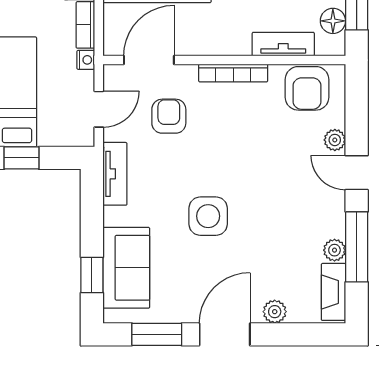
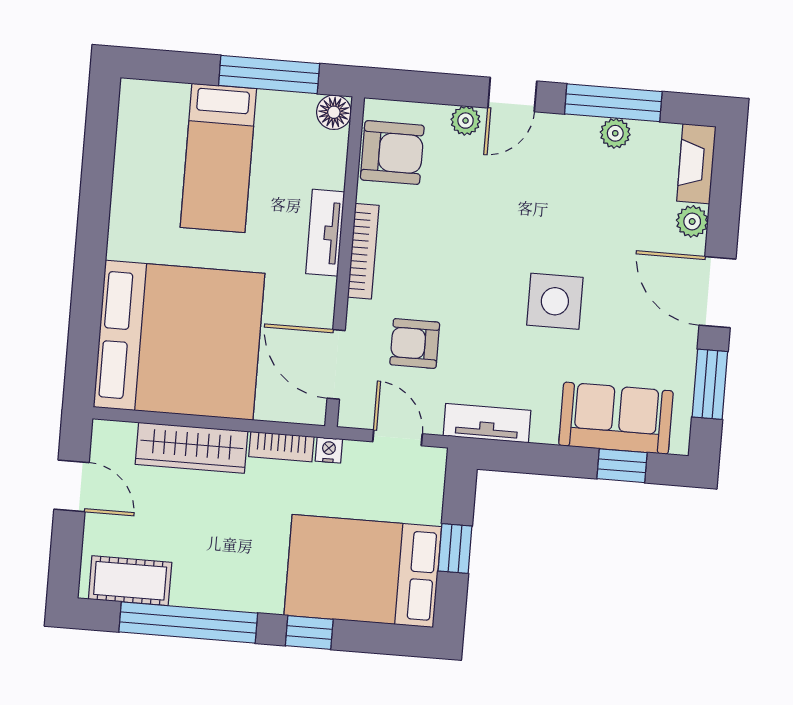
floor lamp: (333, 21) -> (334, 112), moved
tv unit: (283, 44) -> (325, 233), moved
fireplace: (333, 292) -> (696, 164), moved, turned 90

